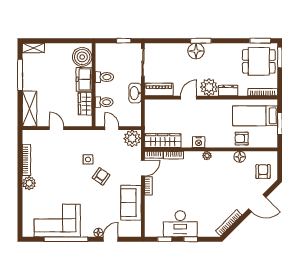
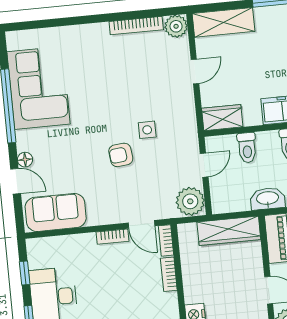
wardrobe: (85, 104) -> (222, 118), moved
wardrobe: (163, 141) -> (229, 231), moved, turned 90
armchair: (101, 176) -> (121, 155), turned 139
plant: (29, 183) -> (176, 26), moved
sofa: (131, 203) -> (56, 212), moved

